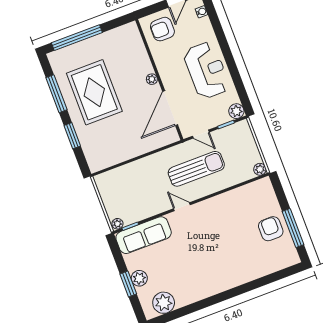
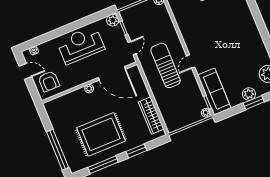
wardrobe: (116, 156) -> (151, 116), added
sun lounger: (196, 169) -> (166, 65), moved

